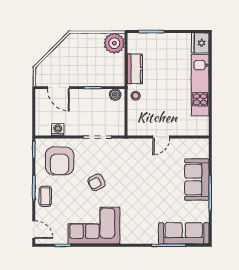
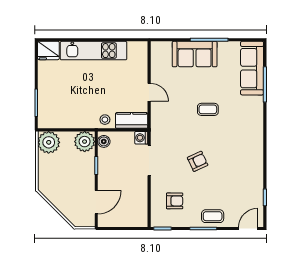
kitchen counter: (135, 69) -> (132, 120), moved
plant: (115, 77) -> (85, 142), added
washing machine: (58, 130) -> (141, 138), moved
armchair: (60, 161) -> (175, 201), width x0.53, depth x0.53
armchair: (97, 182) -> (198, 161), turned -87
coffee table: (145, 192) -> (208, 109), added
corner sofa: (94, 226) -> (244, 164), removed

